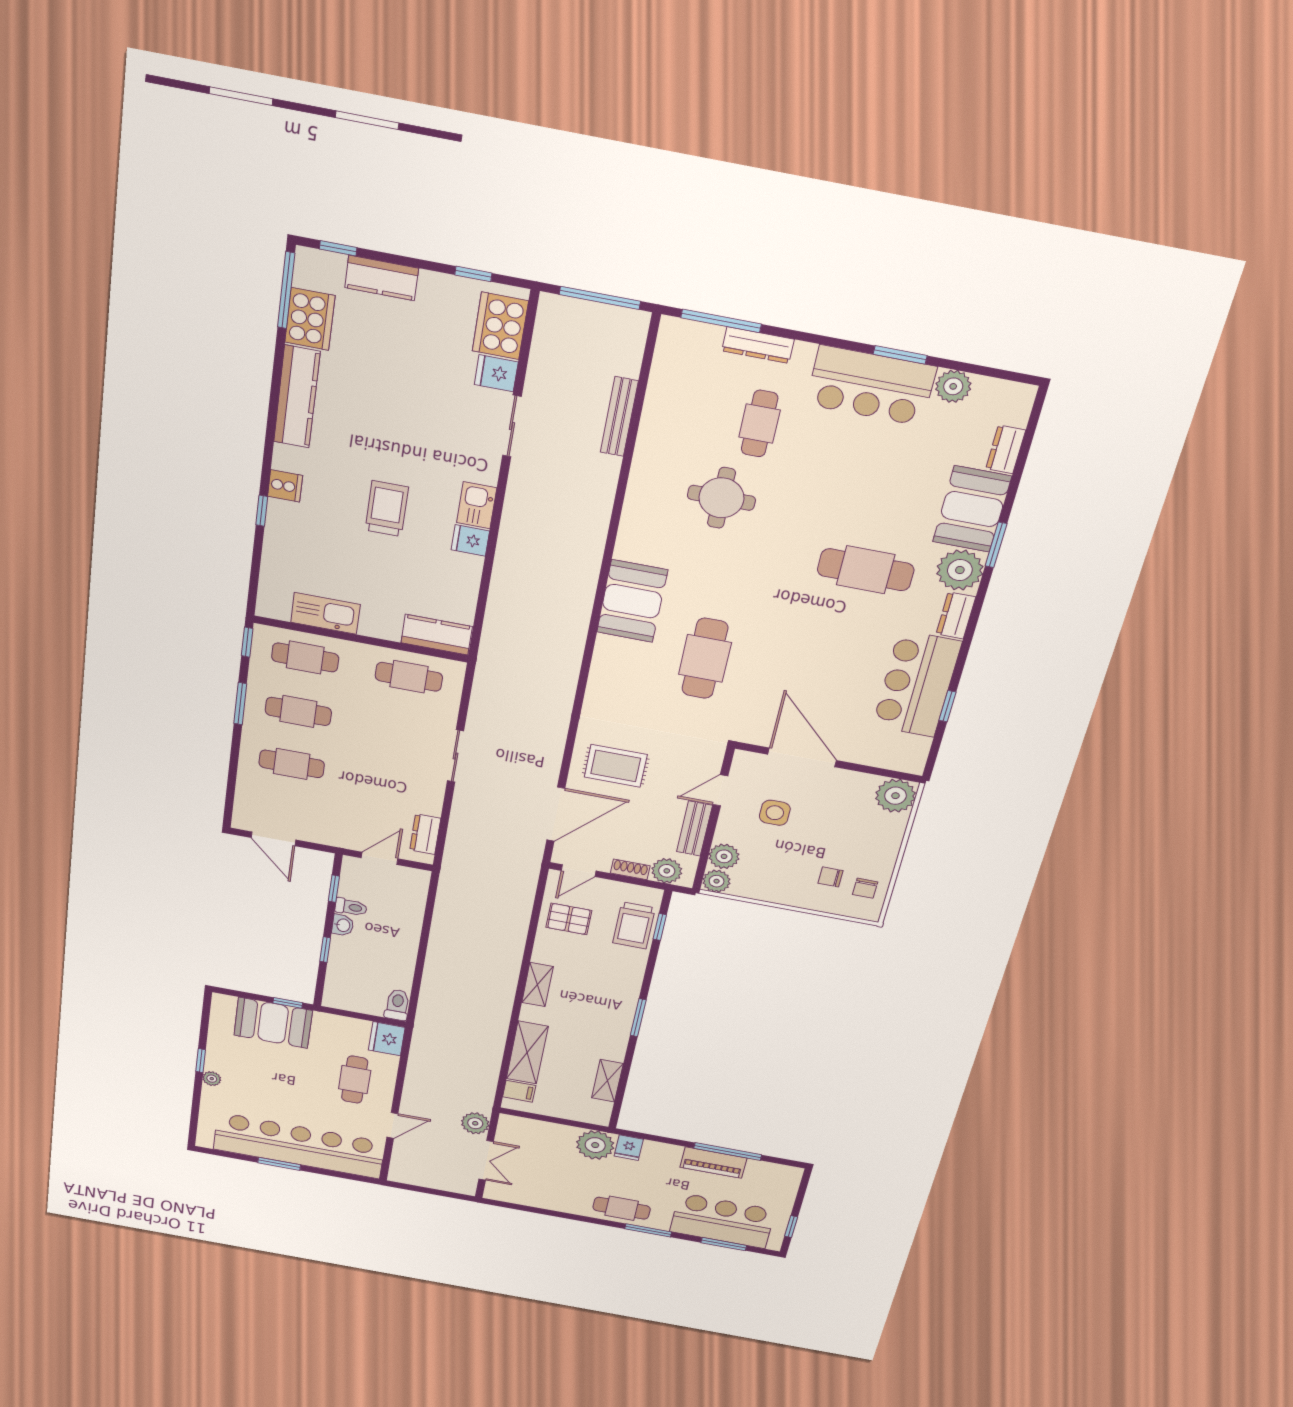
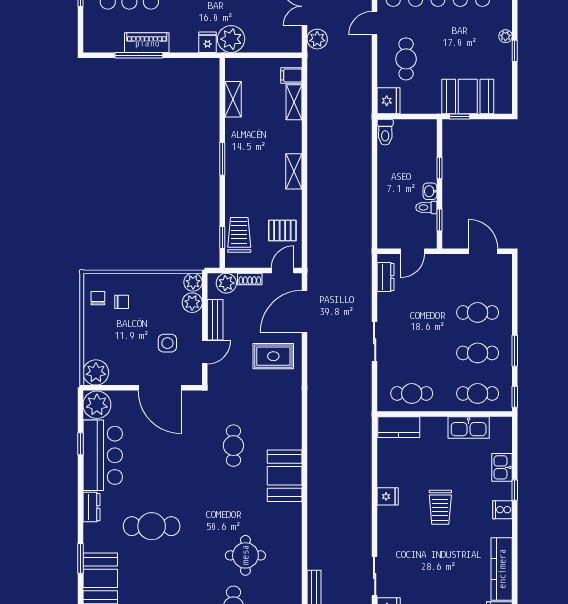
kitchen sink: (477, 505) -> (502, 467), moved, turned 180
plant: (960, 570) -> (97, 405), moved
cafe table: (705, 658) -> (233, 446), width x0.73, depth x0.74
shelving: (527, 1053) -> (294, 102), width x0.67, depth x0.75

